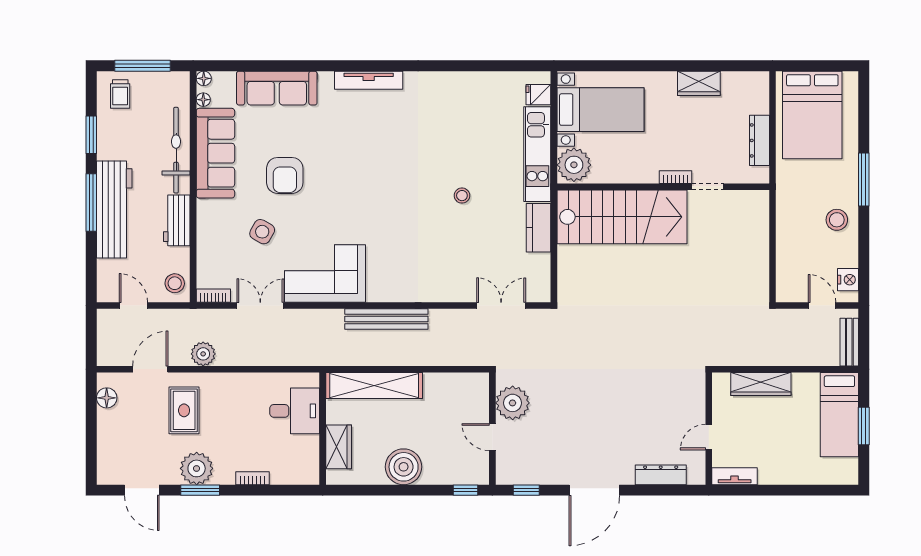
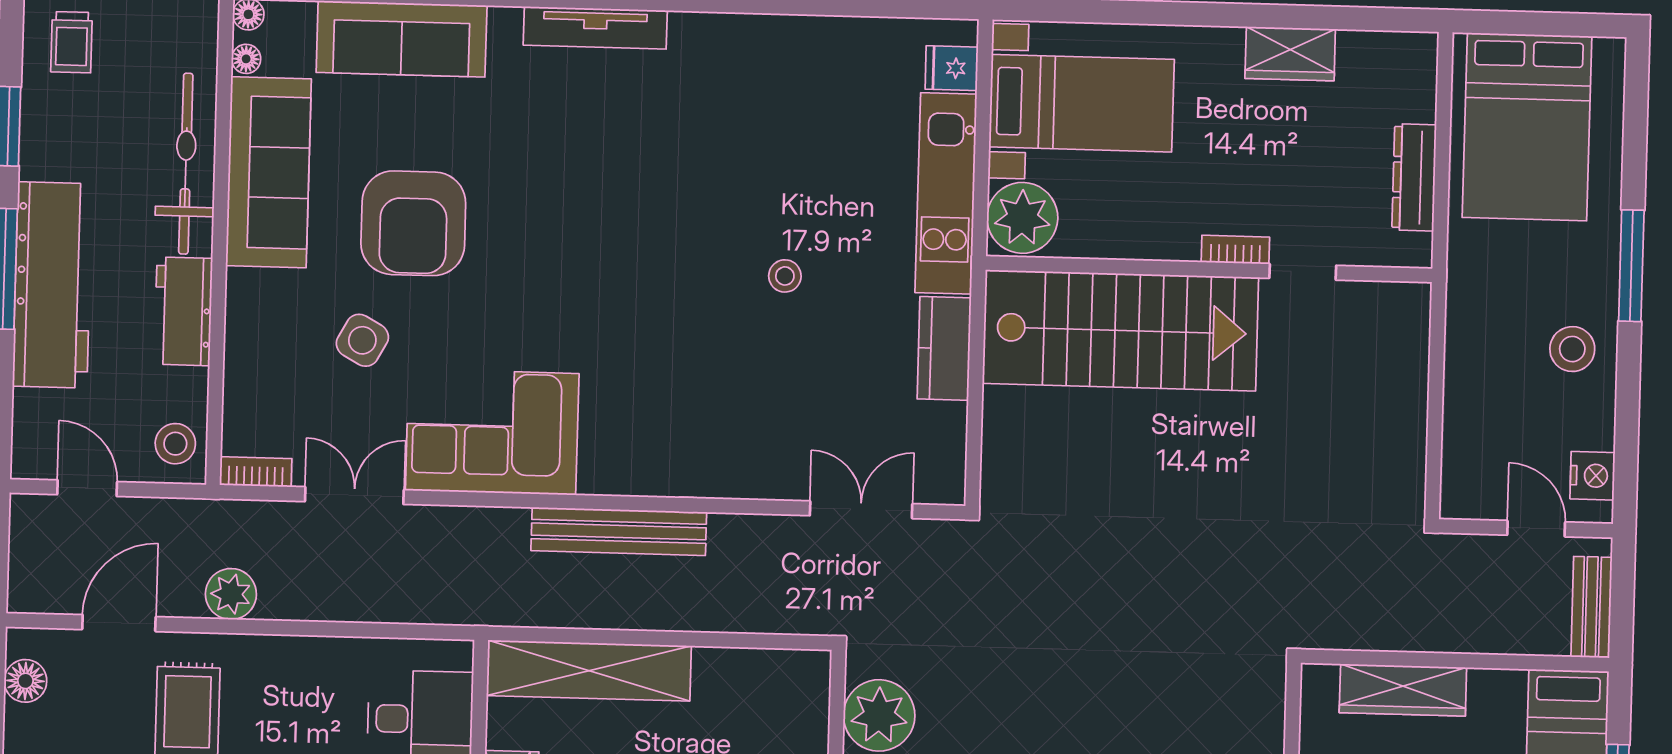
armchair: (285, 175) -> (413, 223), width x1.36, depth x1.36

